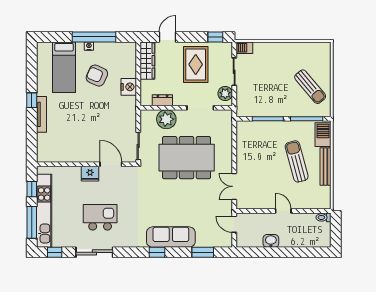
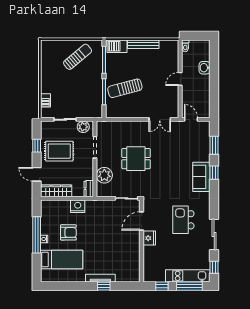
window: (215, 37) -> (37, 146), moved
barbecue: (244, 48) -> (45, 100), moved
armchair: (97, 76) -> (68, 232), turned -114
window: (32, 100) -> (104, 286), moved
dresser: (162, 100) -> (89, 189), moved
dining table: (187, 158) -> (136, 159), width x0.53, depth x0.80
sun lounger: (297, 161) -> (125, 88), moved
kitchen unit: (44, 211) -> (188, 276), width x0.73
kitchen island: (100, 217) -> (183, 220), moved
door: (234, 224) -> (191, 119), swing flipped
sofa: (171, 237) -> (201, 177), width x0.73
washbasin: (271, 241) -> (205, 68), moved
window: (157, 252) -> (214, 173), moved

